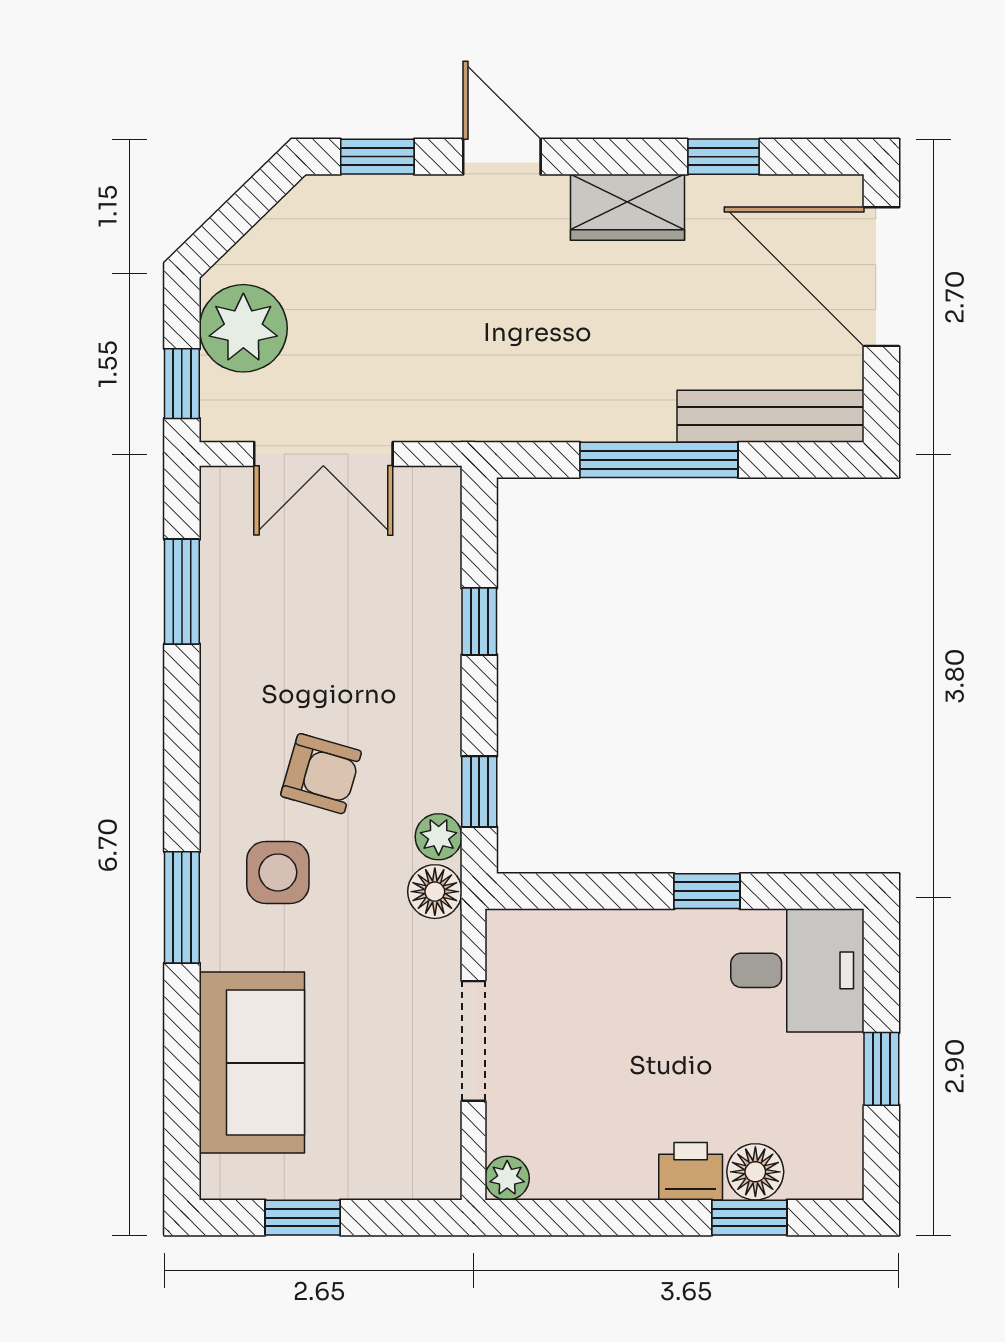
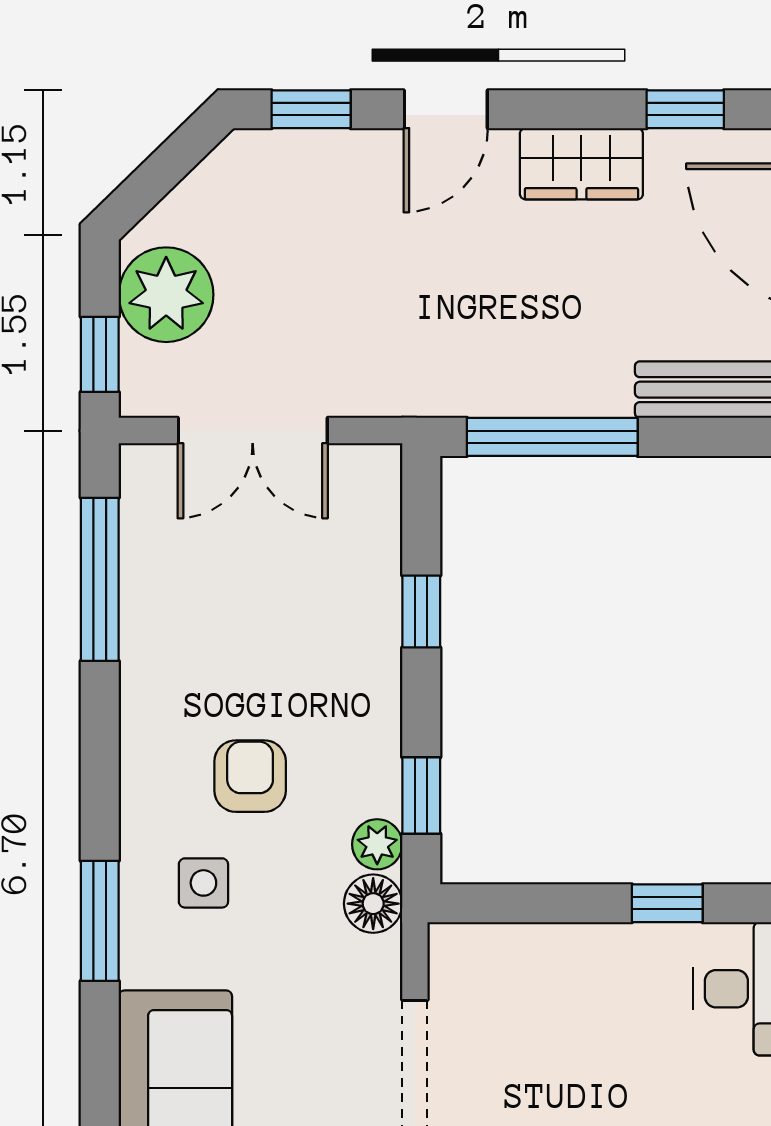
door: (502, 157) -> (446, 109), swing flipped
window: (659, 460) -> (552, 437), moved
window: (182, 592) -> (100, 579), width x1.44
armchair: (321, 774) -> (250, 776), turned -106
side table: (278, 872) -> (203, 883), width x0.73, depth x0.73

